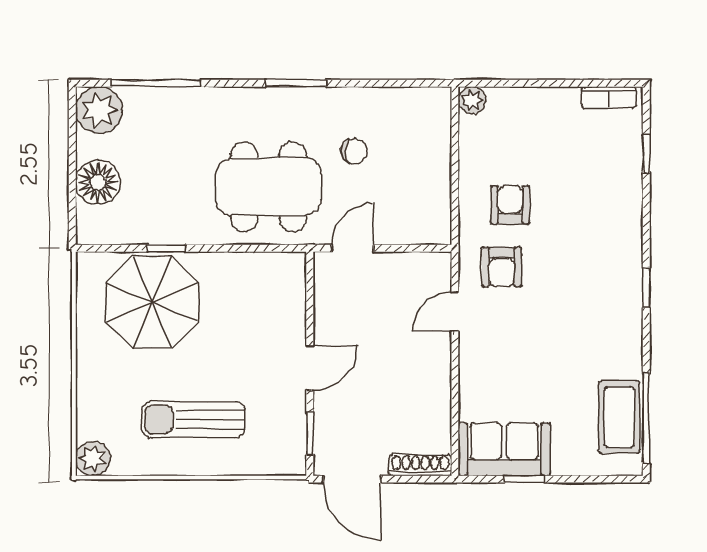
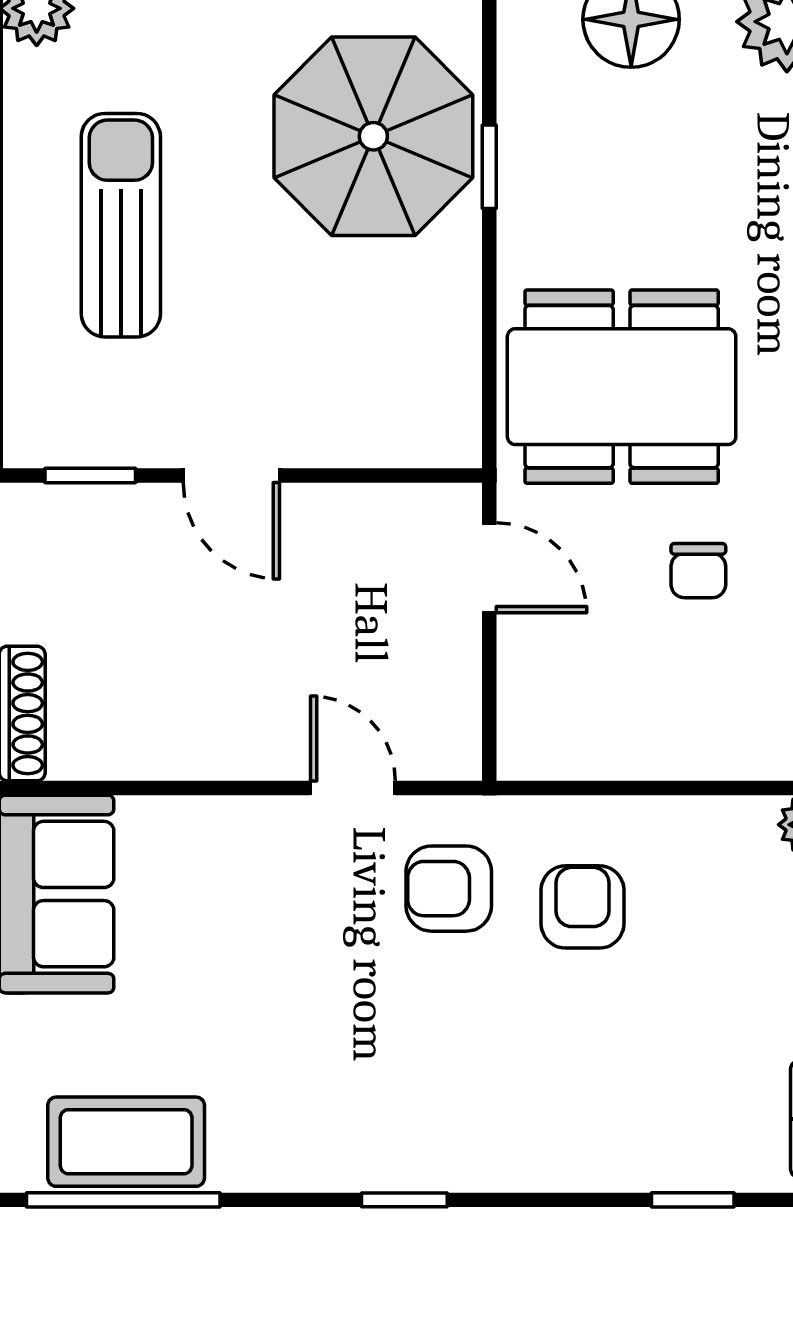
dining table: (268, 187) -> (622, 387), turned 90
armchair: (510, 205) -> (583, 907), turned -90

